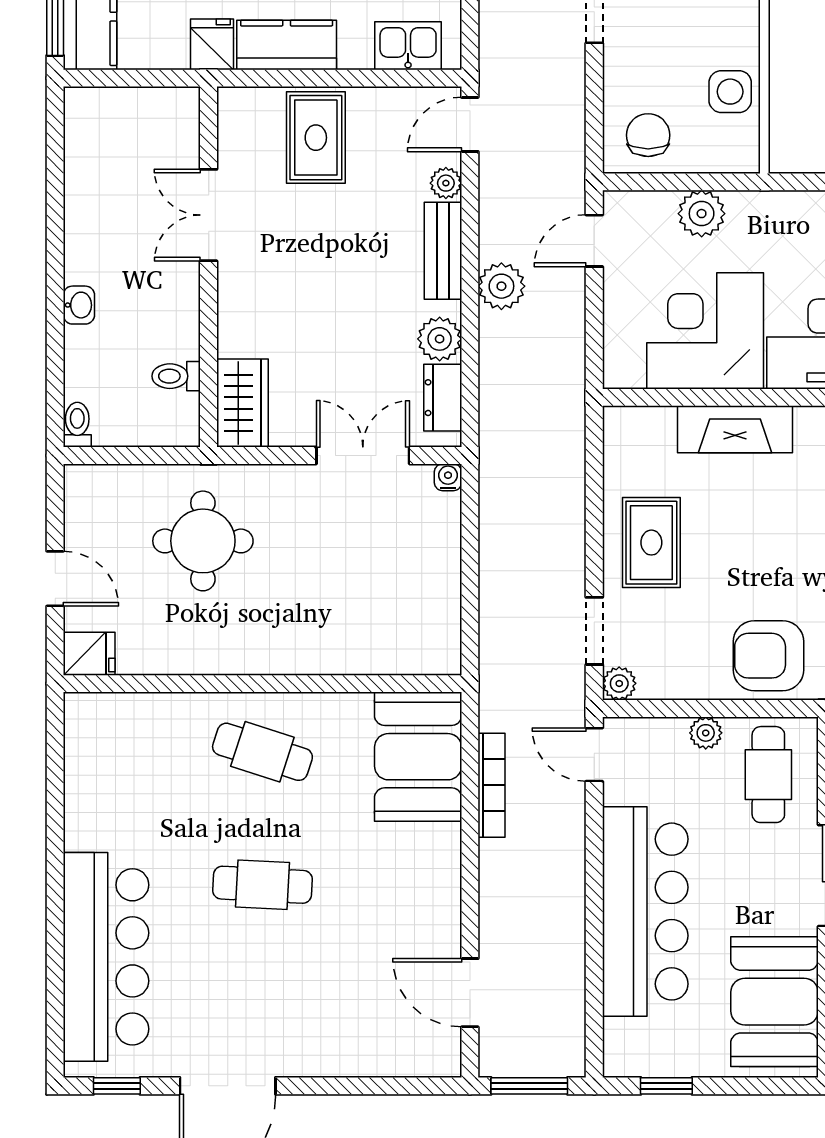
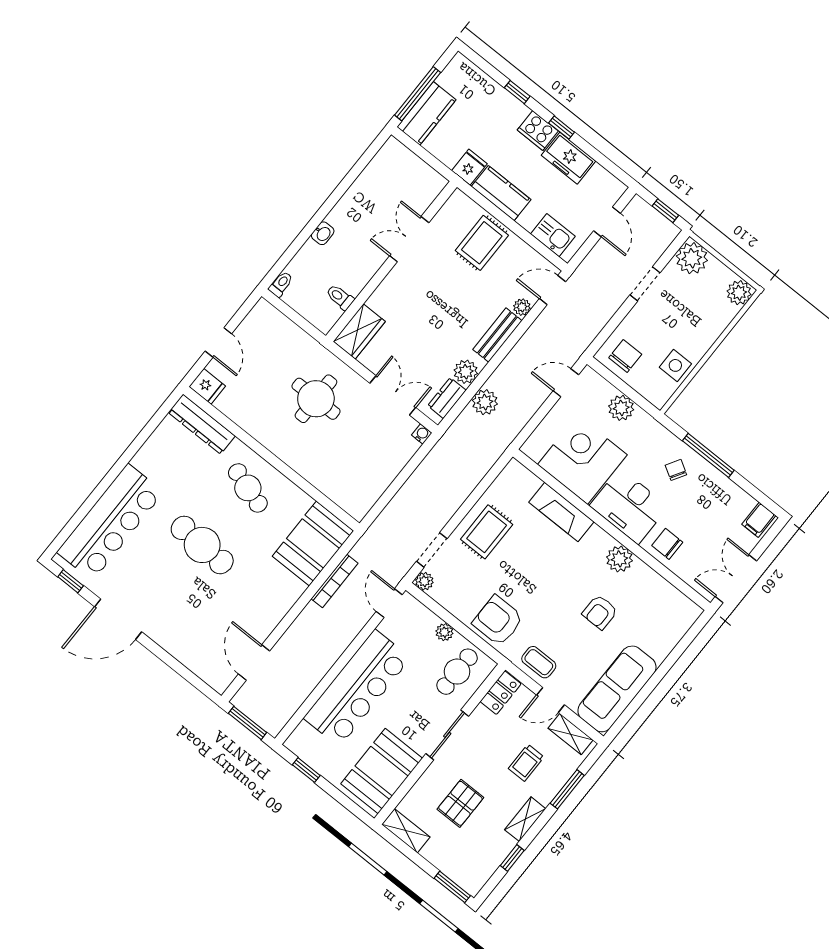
plant: (501, 286) -> (485, 402), moved
round table: (203, 541) -> (316, 399), moved
dresser: (124, 714) -> (202, 424), added
cafe table: (262, 885) -> (202, 545), width x1.37, depth x1.35

